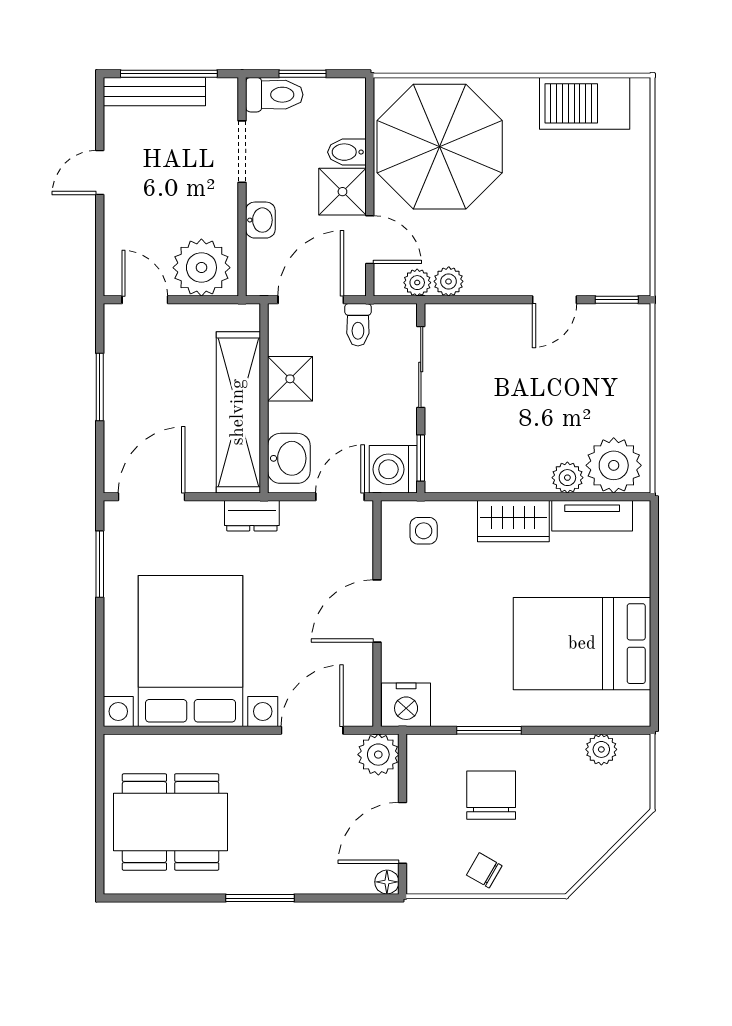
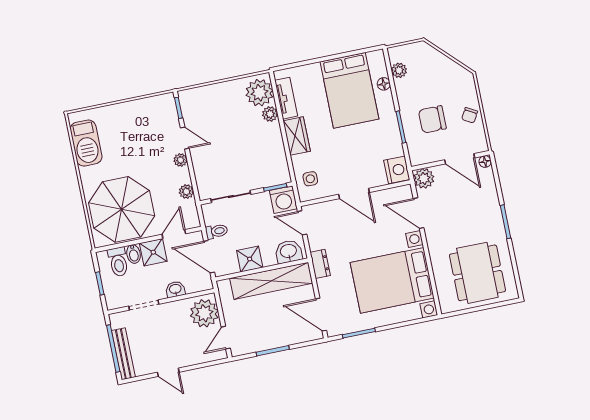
toilet: (274, 95) -> (118, 262), moved, turned 180
plant: (417, 283) -> (180, 160), moved
floor lamp: (581, 714) -> (384, 84), added

